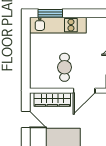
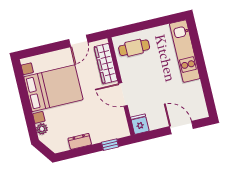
window: (50, 13) -> (195, 40), removed
cafe table: (65, 67) -> (134, 48), moved

